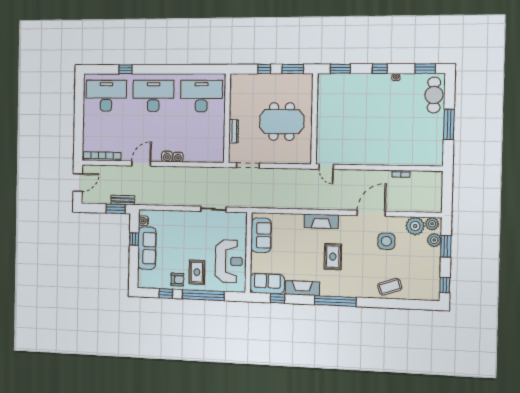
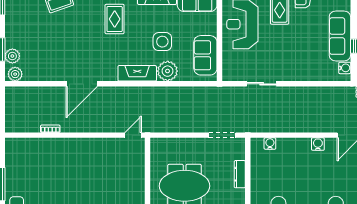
water cooler: (178, 157) -> (270, 144), moved
door: (326, 167) -> (133, 135), hinge flipped
plant: (415, 226) -> (168, 71), moved
side table: (386, 241) -> (162, 42), moved
rug: (333, 257) -> (115, 19), moved

